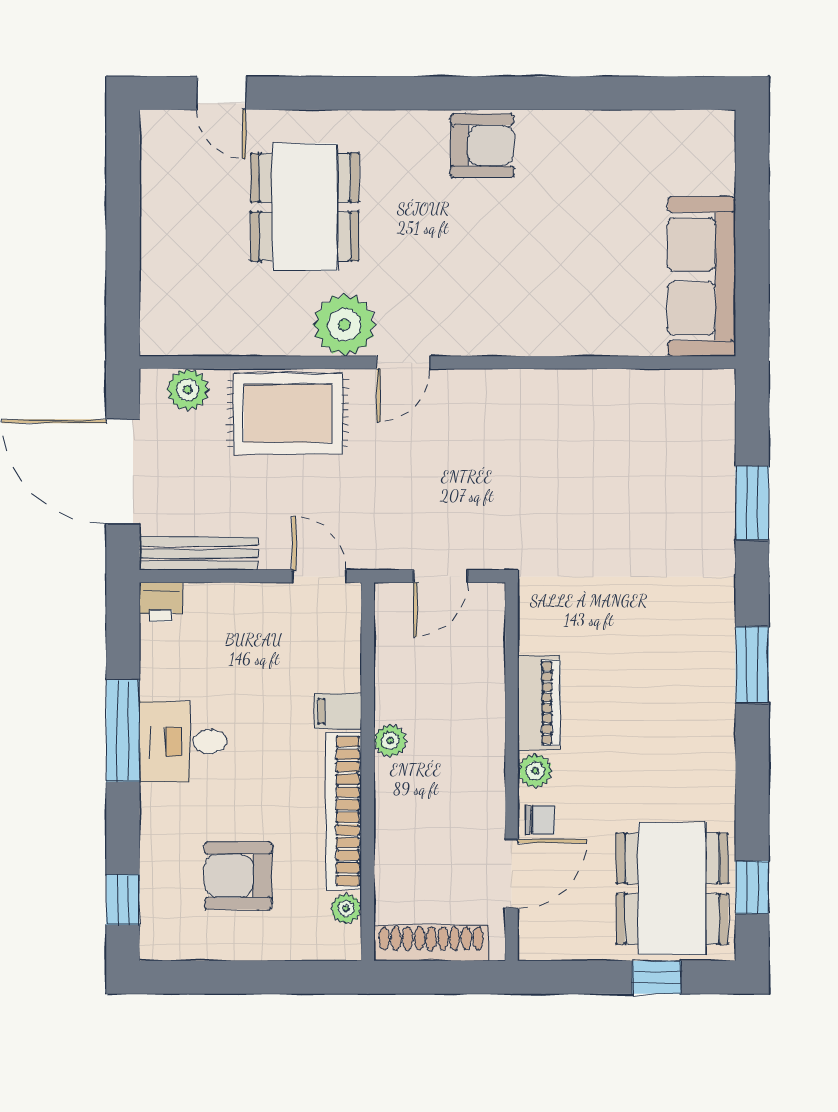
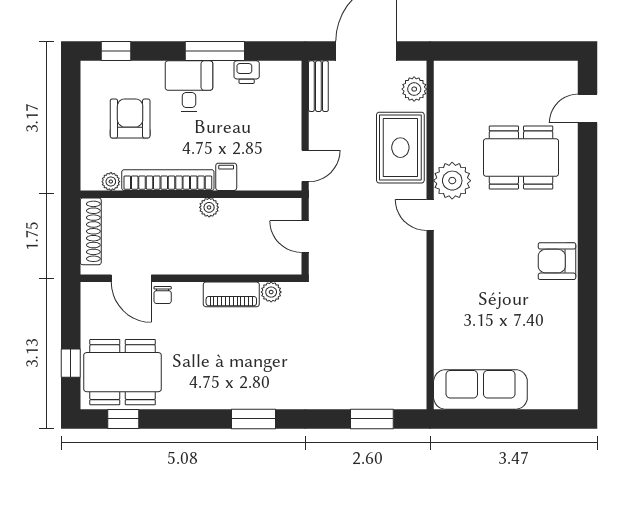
armchair: (482, 145) -> (557, 261), turned 90
window: (752, 503) -> (372, 419), moved
bench: (199, 554) -> (318, 86), width x0.73
printer: (161, 602) -> (247, 72), moved, turned -90
desk: (183, 742) -> (189, 86), moved
plant: (535, 771) -> (271, 292), moved

